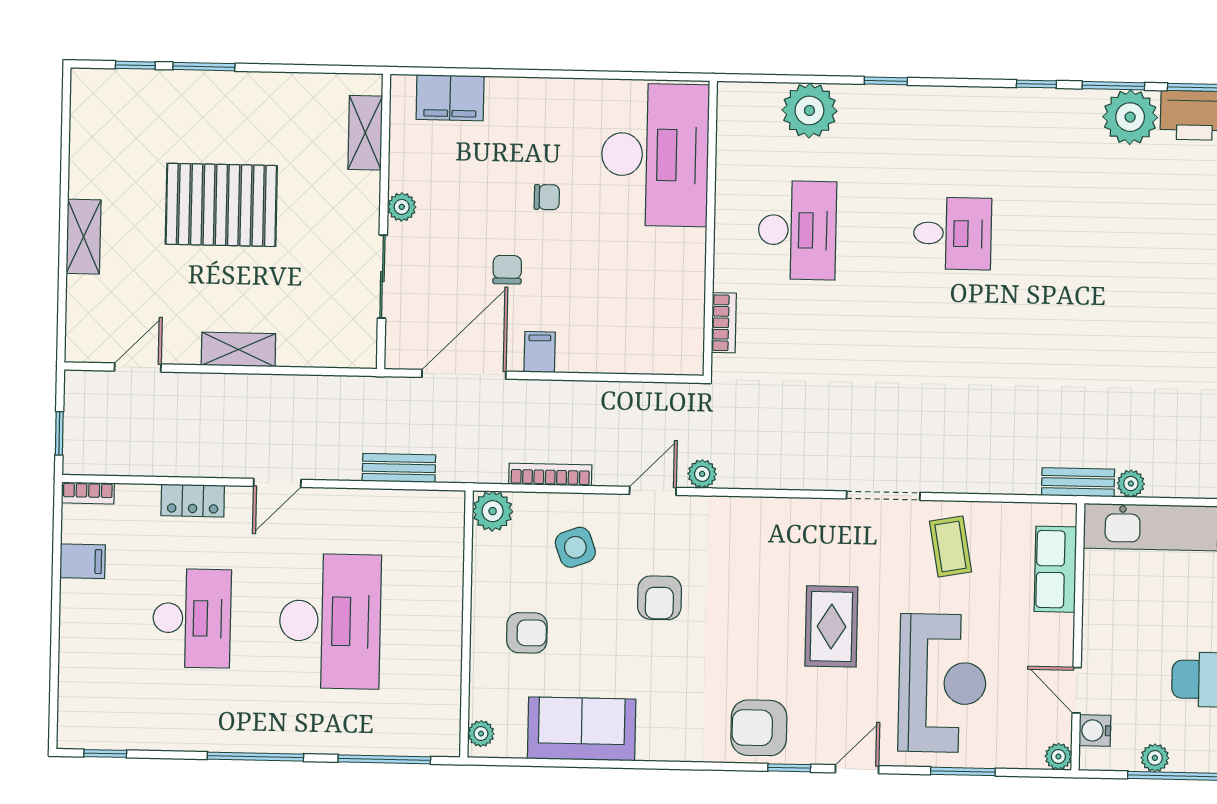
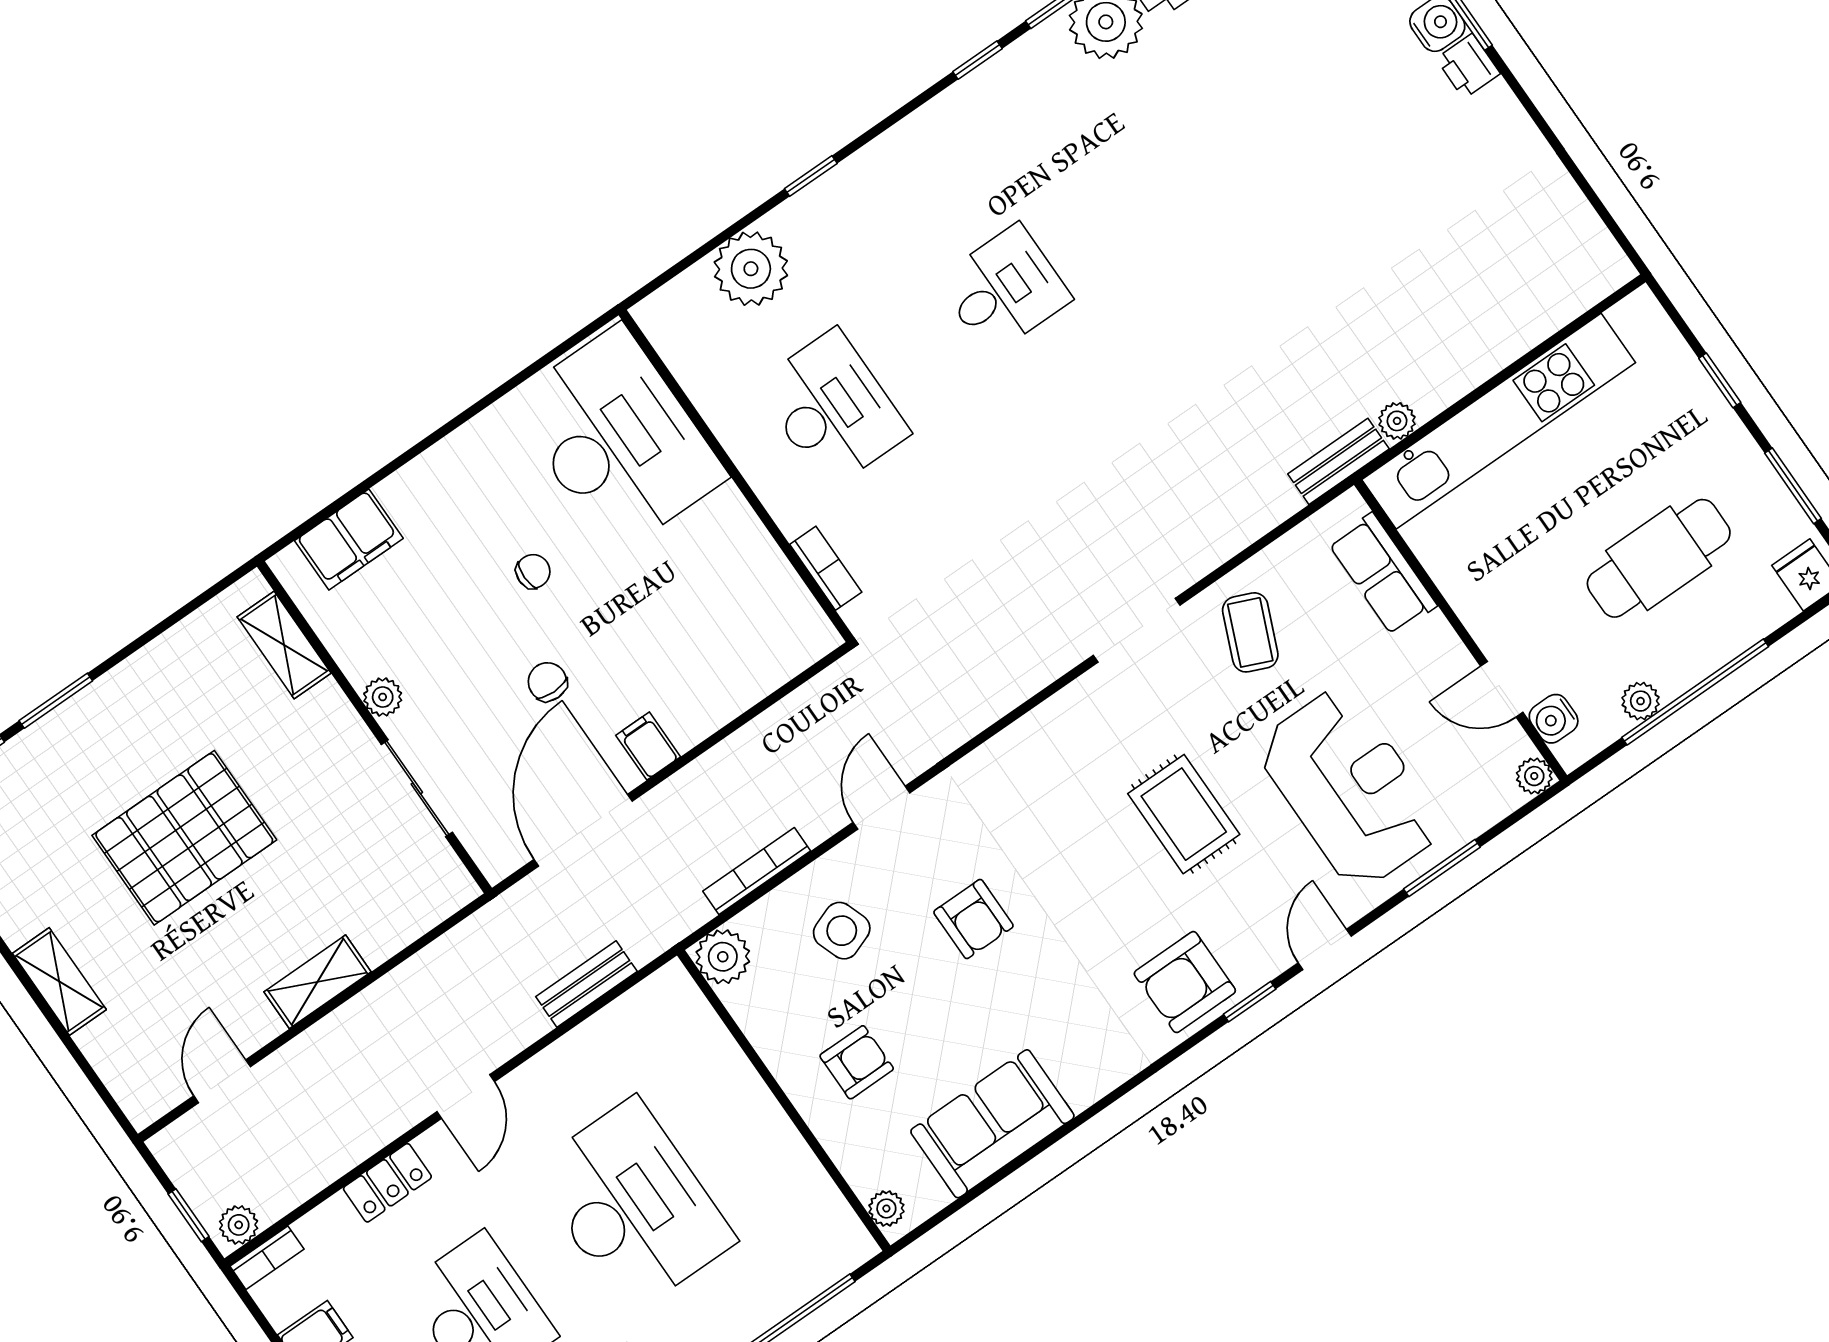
plant: (702, 474) -> (239, 1225), moved
coffee table: (951, 547) -> (1250, 632), turned 33

